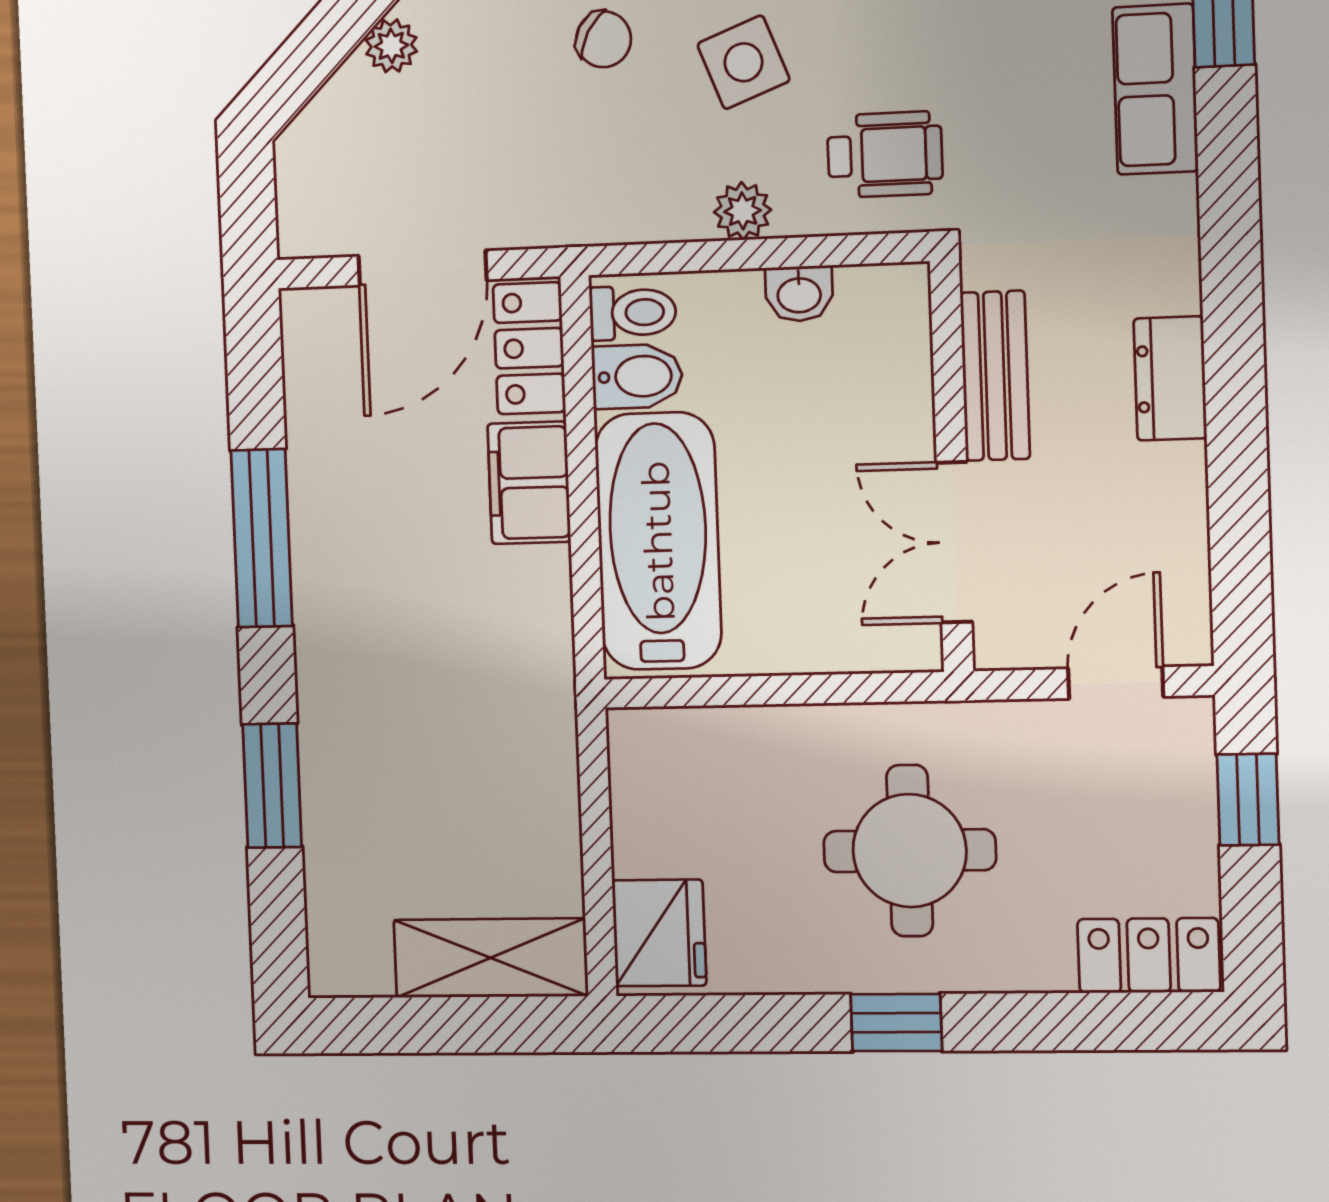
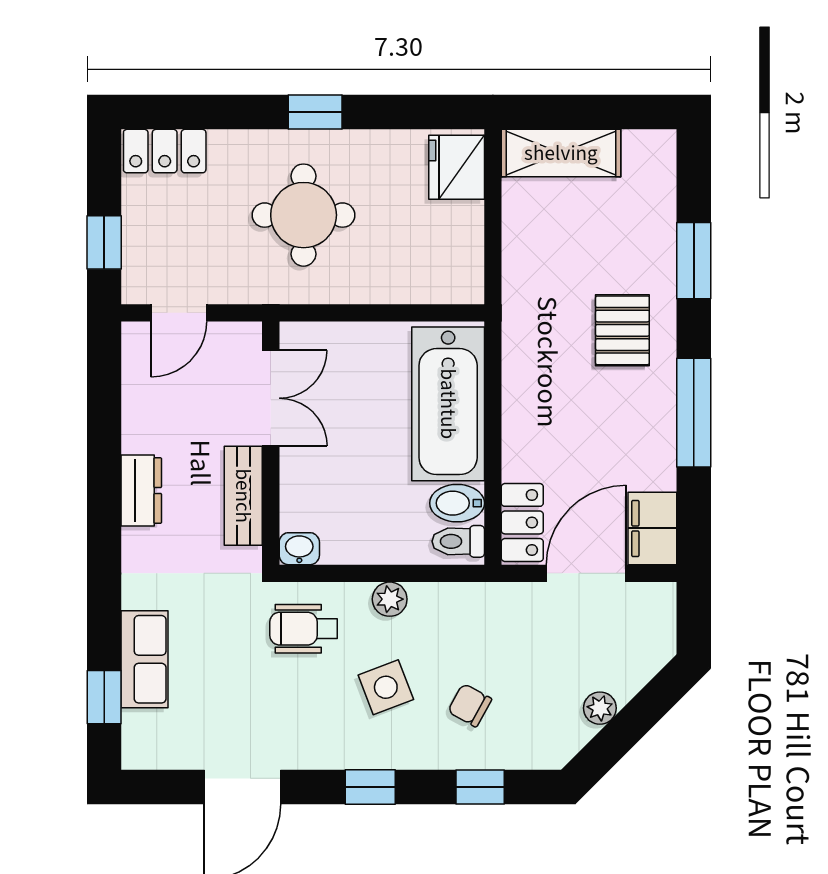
washbasin: (799, 294) -> (299, 549), moved
filing cabinet: (529, 483) -> (652, 528), moved, turned 180
pallet: (380, 670) -> (622, 330), added

